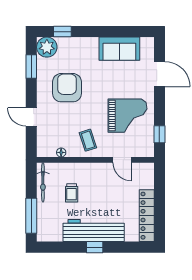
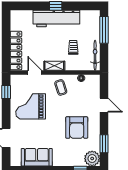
shelving: (96, 169) -> (54, 66), added
locker: (147, 216) -> (16, 51), moved

